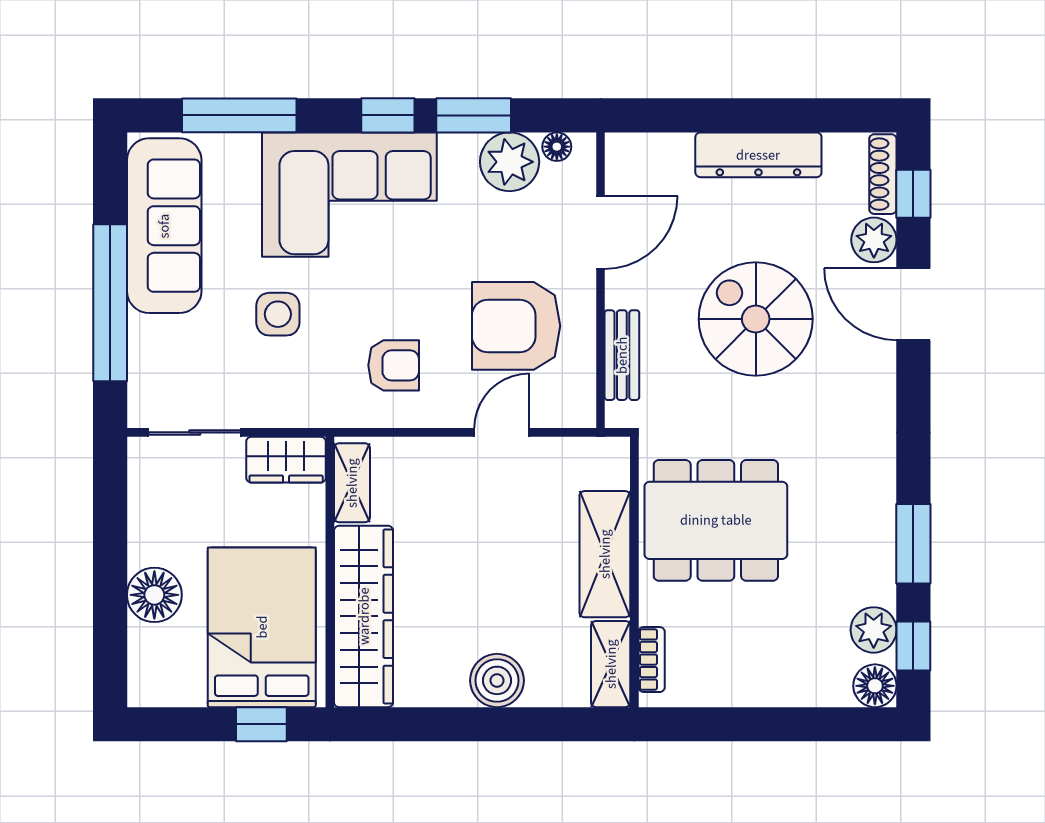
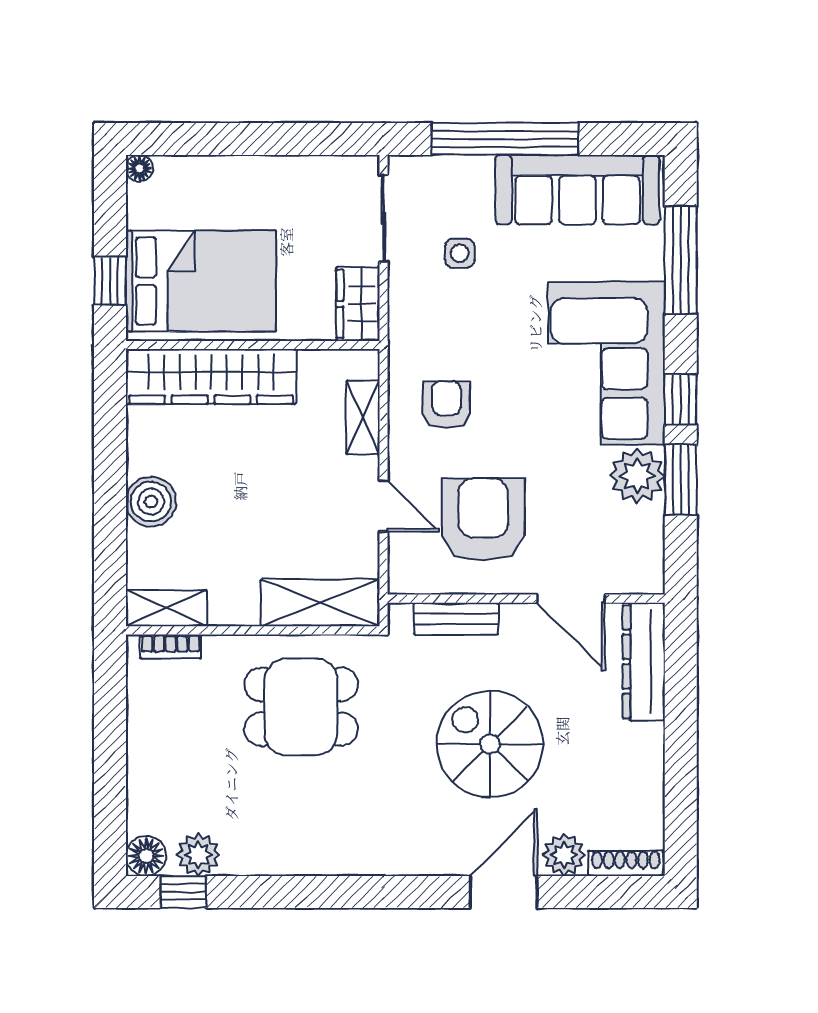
floor lamp: (557, 147) -> (651, 558), removed
dresser: (758, 155) -> (644, 662), moved
plant: (510, 162) -> (637, 476), moved
window: (913, 194) -> (607, 892), removed
side table: (278, 314) -> (460, 253), moved, width x0.73, depth x0.73
spiral stairs: (756, 319) -> (490, 744), turned -90
armchair: (394, 365) -> (446, 405), turned 180
shelving: (352, 483) -> (363, 417), moved, turned 90
dining table: (716, 520) -> (301, 707), width x0.73
window: (913, 544) -> (279, 892), removed
shelving: (605, 554) -> (320, 603), moved
floor lamp: (154, 595) -> (139, 168), moved, width x0.53, depth x0.53

